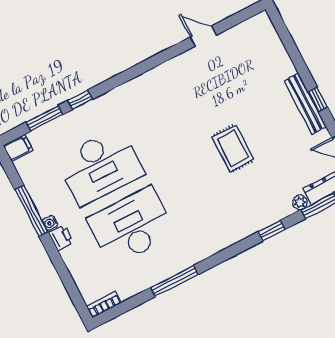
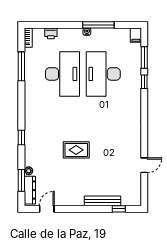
window: (318, 99) -> (119, 209), moved
bench: (305, 104) -> (102, 201), moved
window: (272, 231) -> (21, 137), moved
printer: (61, 238) -> (51, 33), moved
window: (175, 281) -> (21, 66), moved

